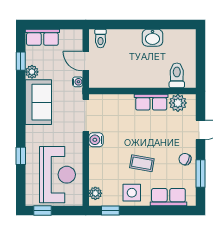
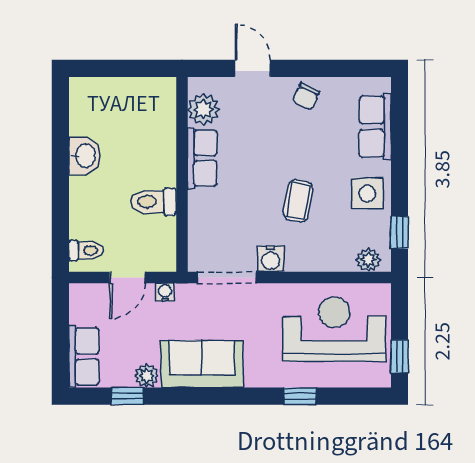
toilet: (177, 75) -> (153, 202), moved
coffee table: (142, 163) -> (298, 201), moved
window: (200, 173) -> (332, 68), removed

